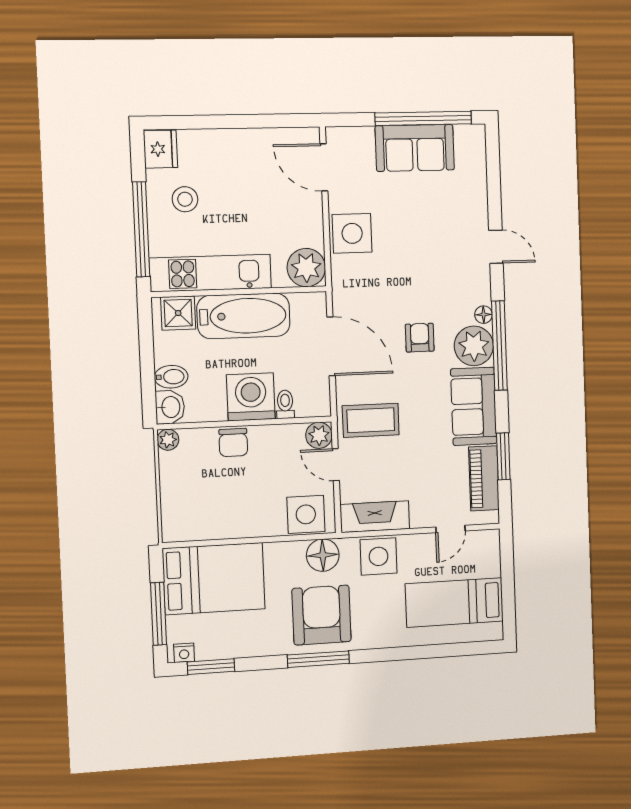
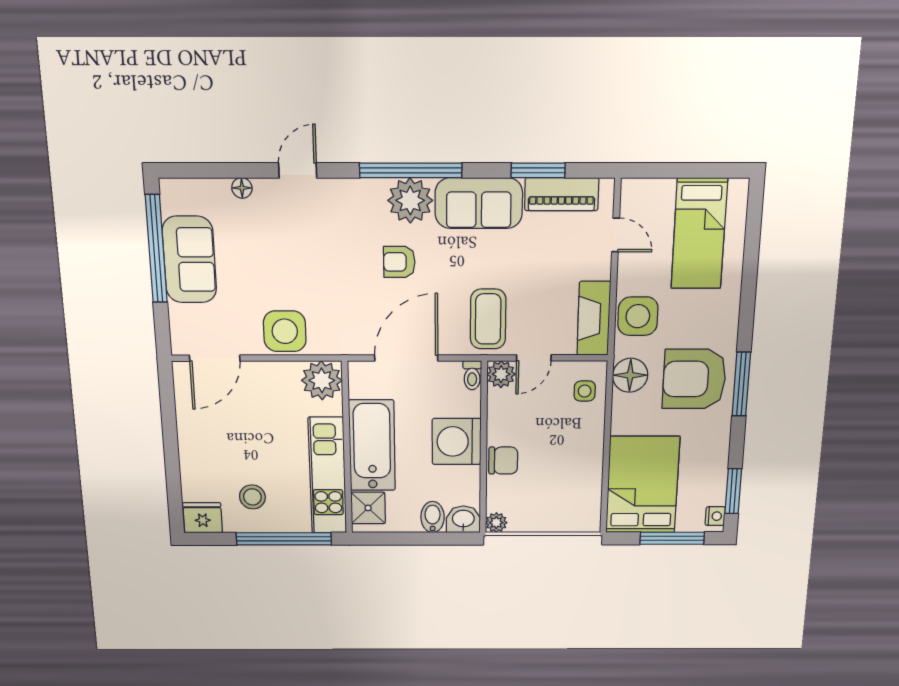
floor lamp: (484, 315) -> (242, 188), moved
toilet: (285, 404) -> (472, 375), moved, turned -90
side table: (306, 514) -> (585, 391), width x0.54, depth x0.54

